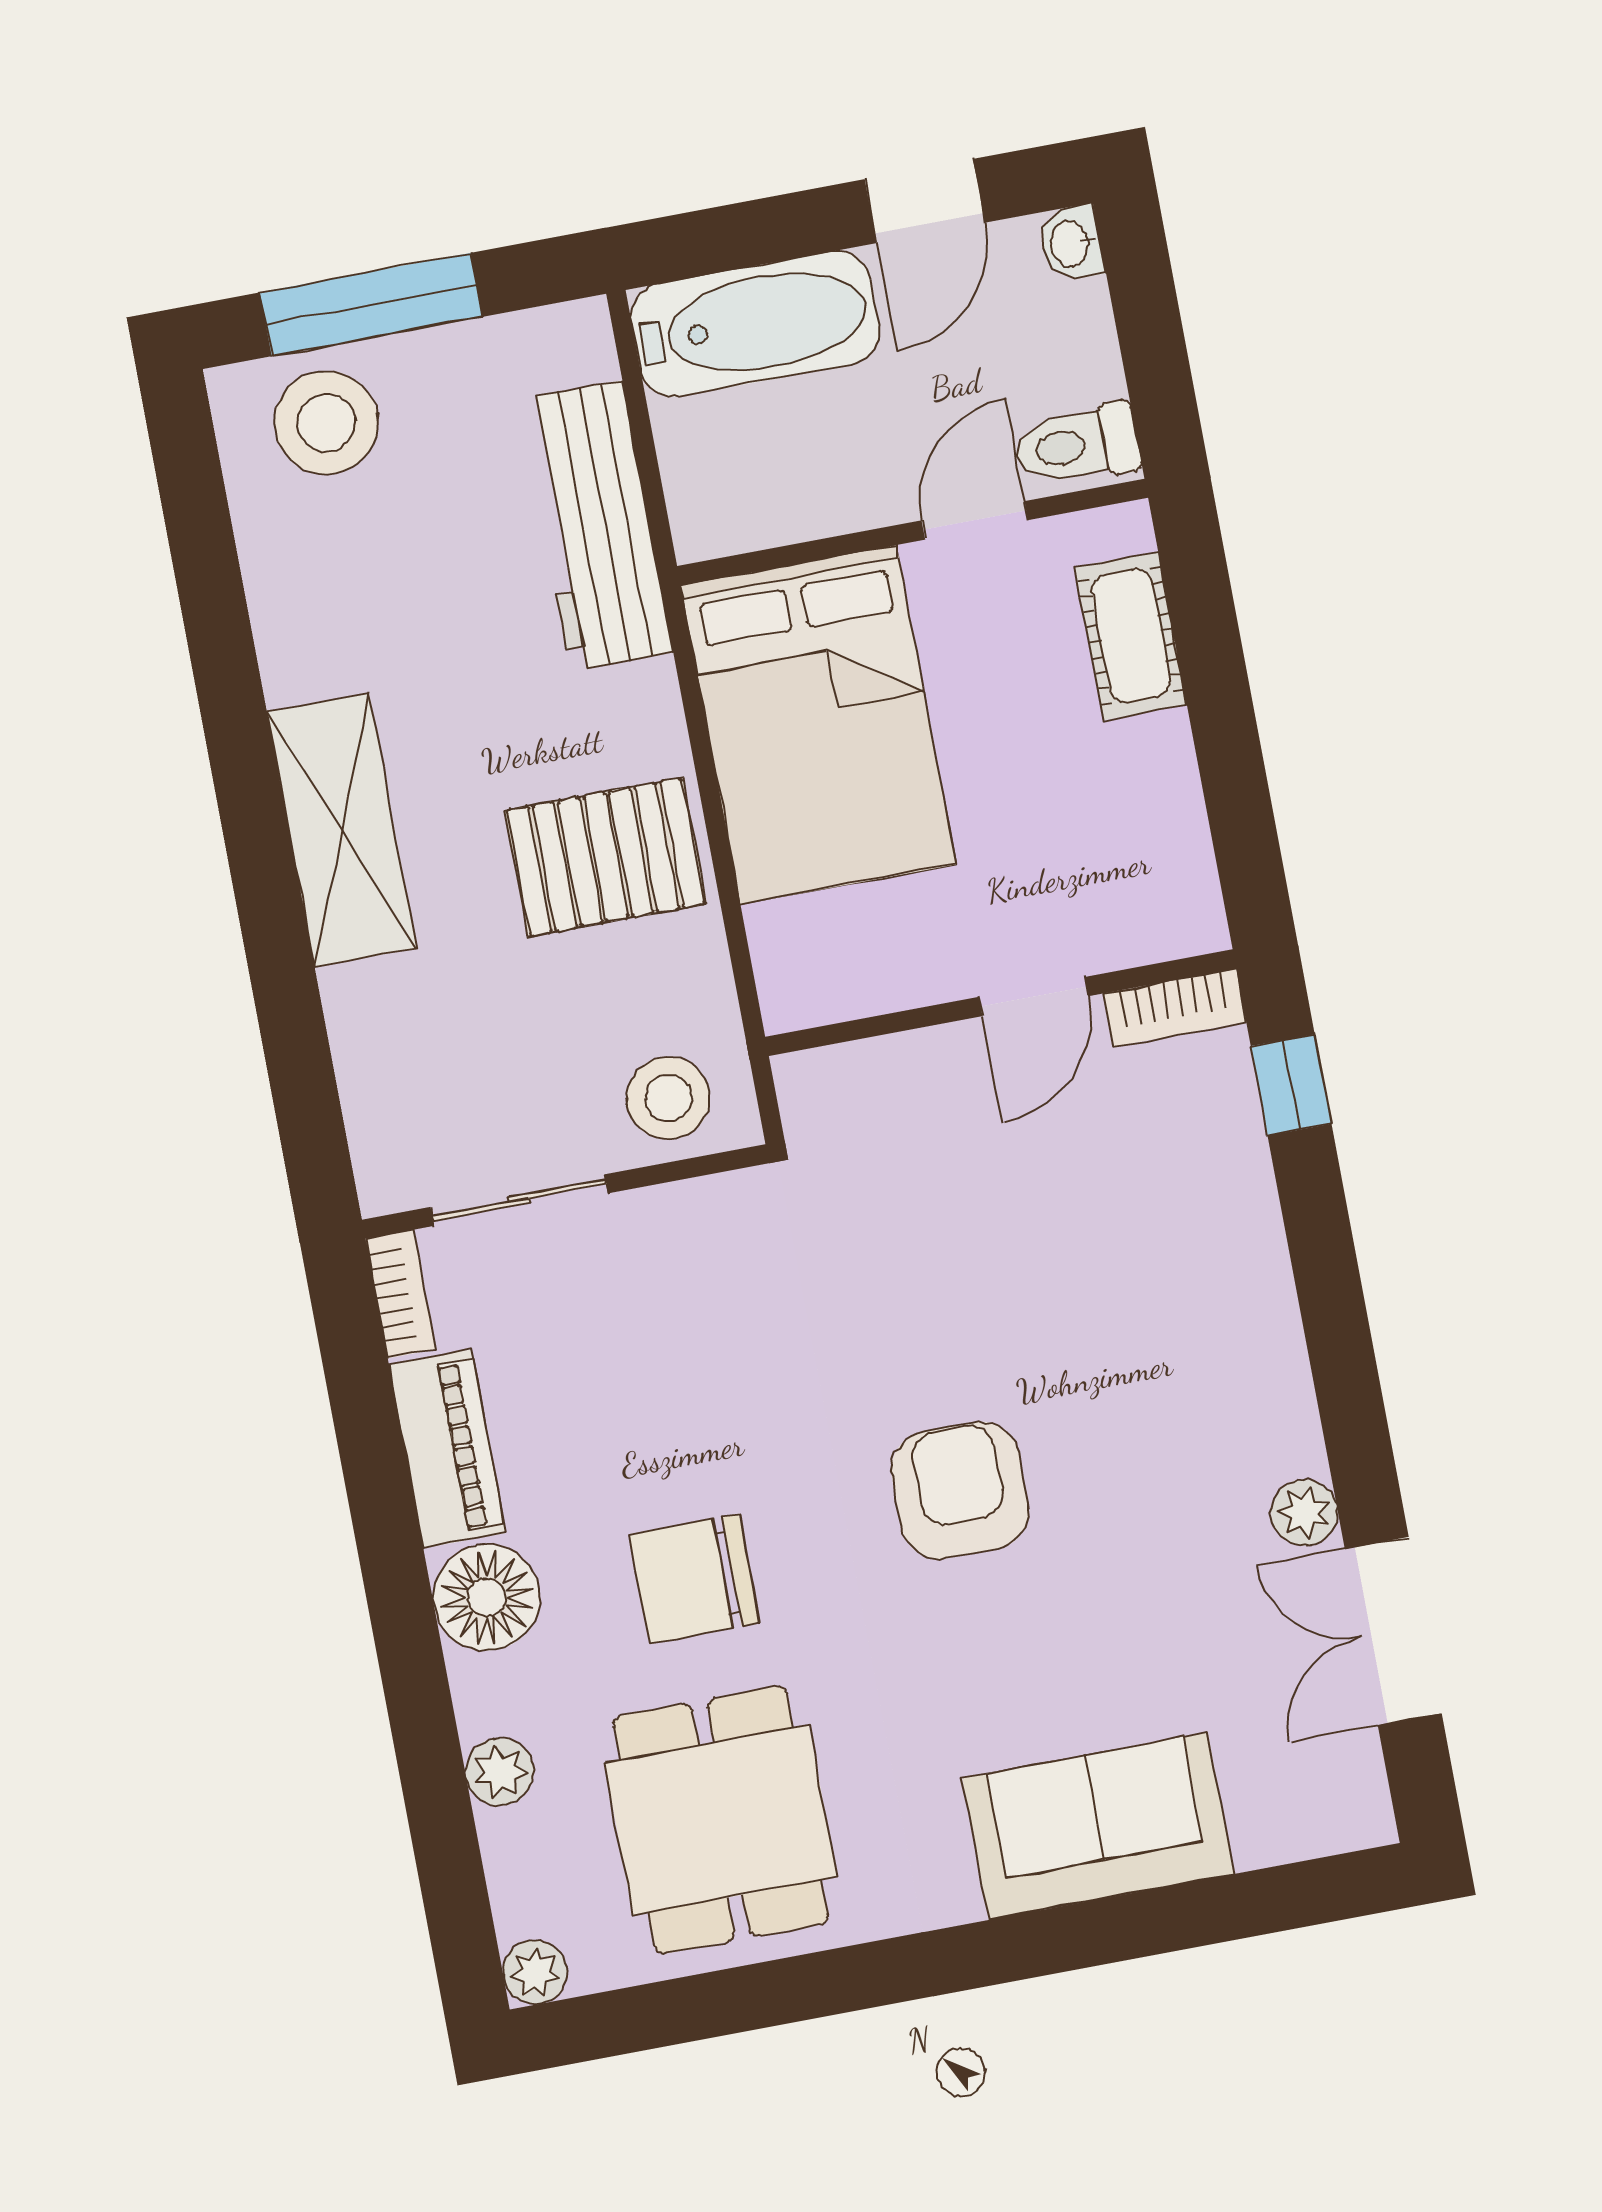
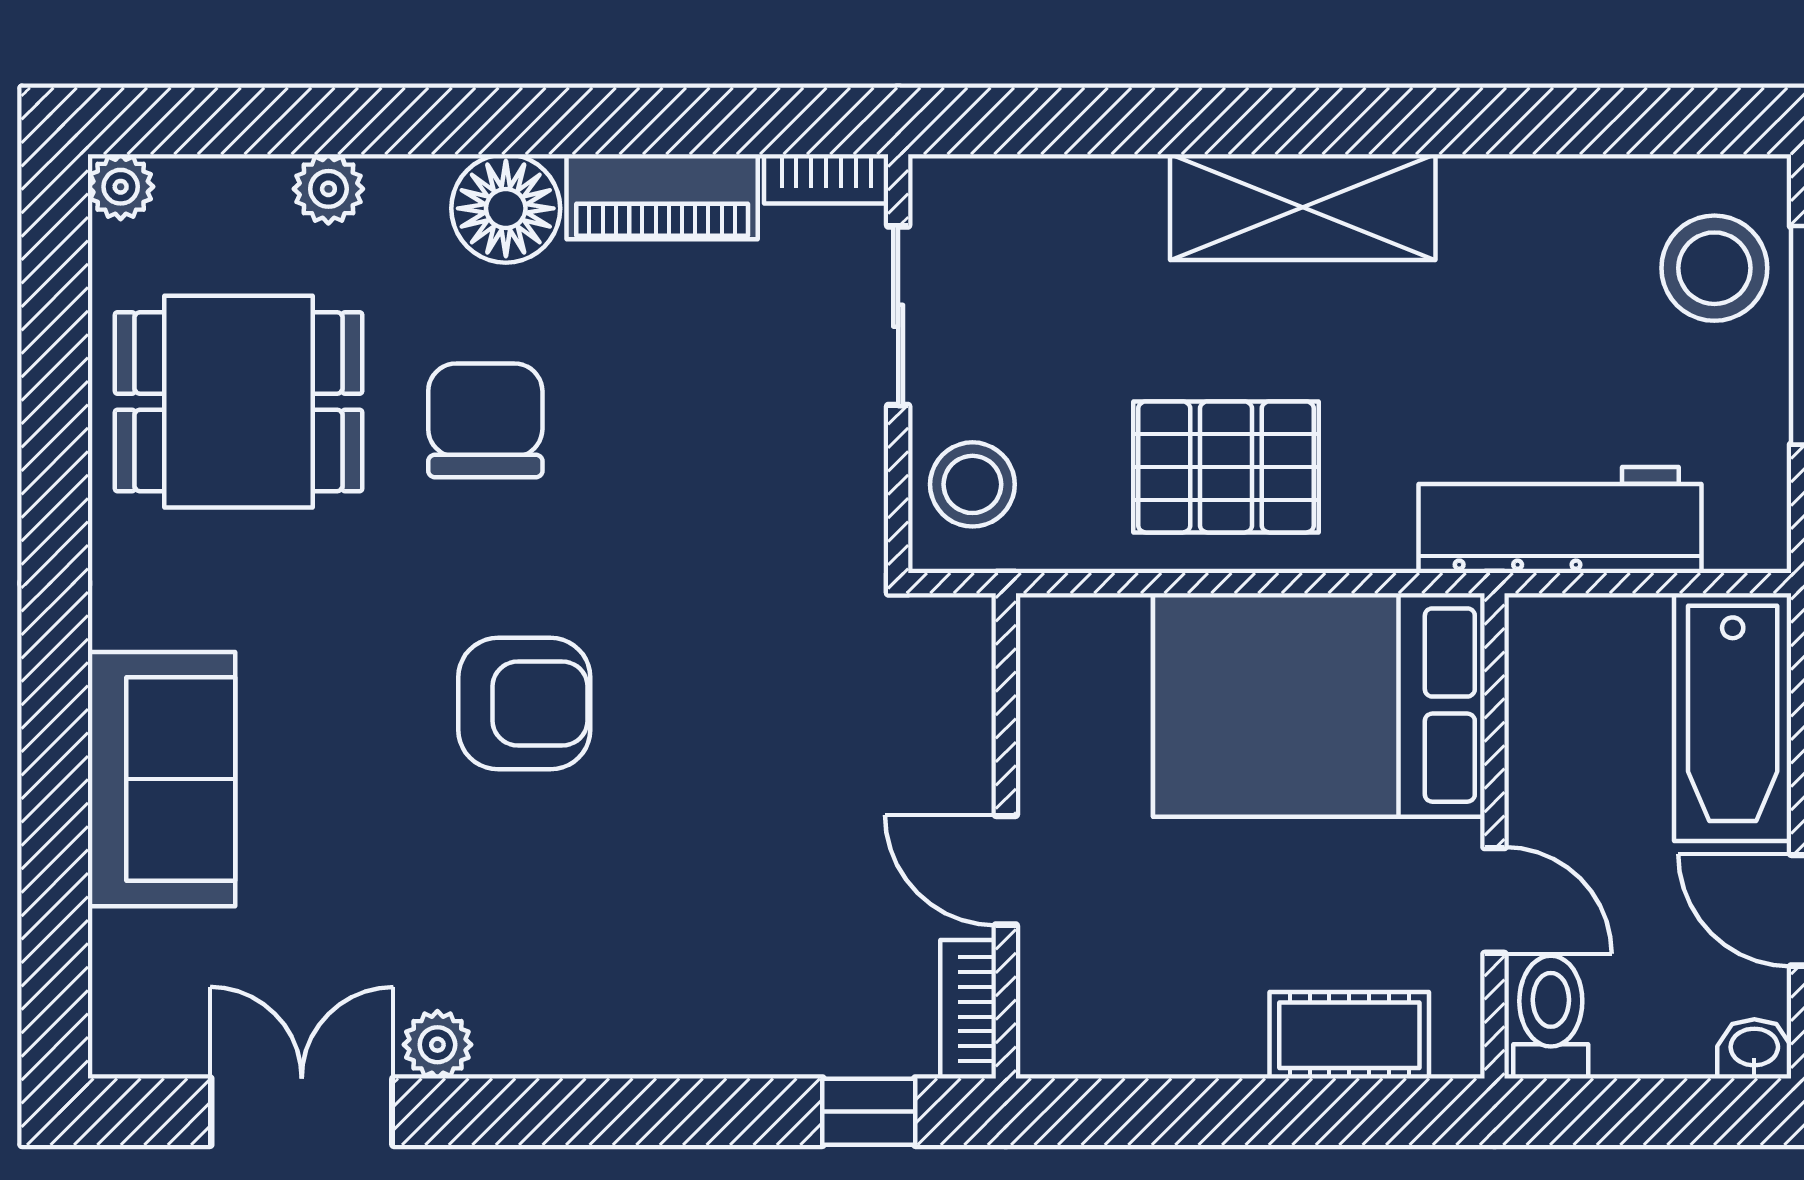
pallet: (606, 857) -> (1226, 467), turned 90

